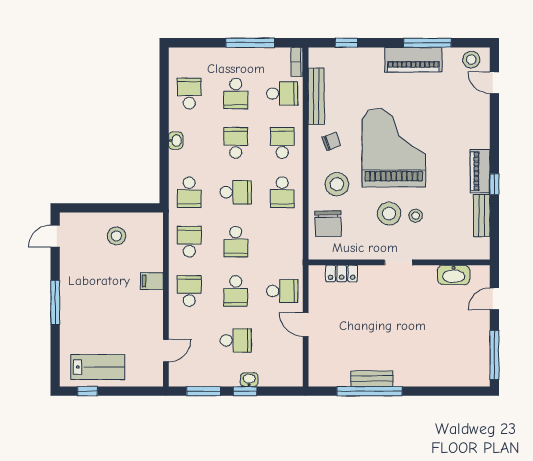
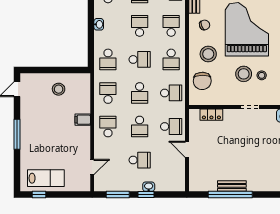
school desk: (282, 242) -> (171, 93), added

